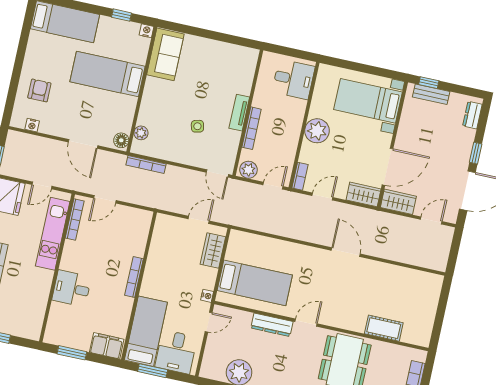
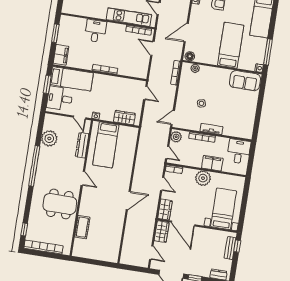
window: (122, 15) -> (268, 52), width x2.17
desk: (293, 79) -> (239, 151), moved, turned 180
filing cabinet: (294, 114) -> (212, 163), added
door: (199, 220) -> (145, 93), moved
dresser: (272, 325) -> (82, 145), moved

